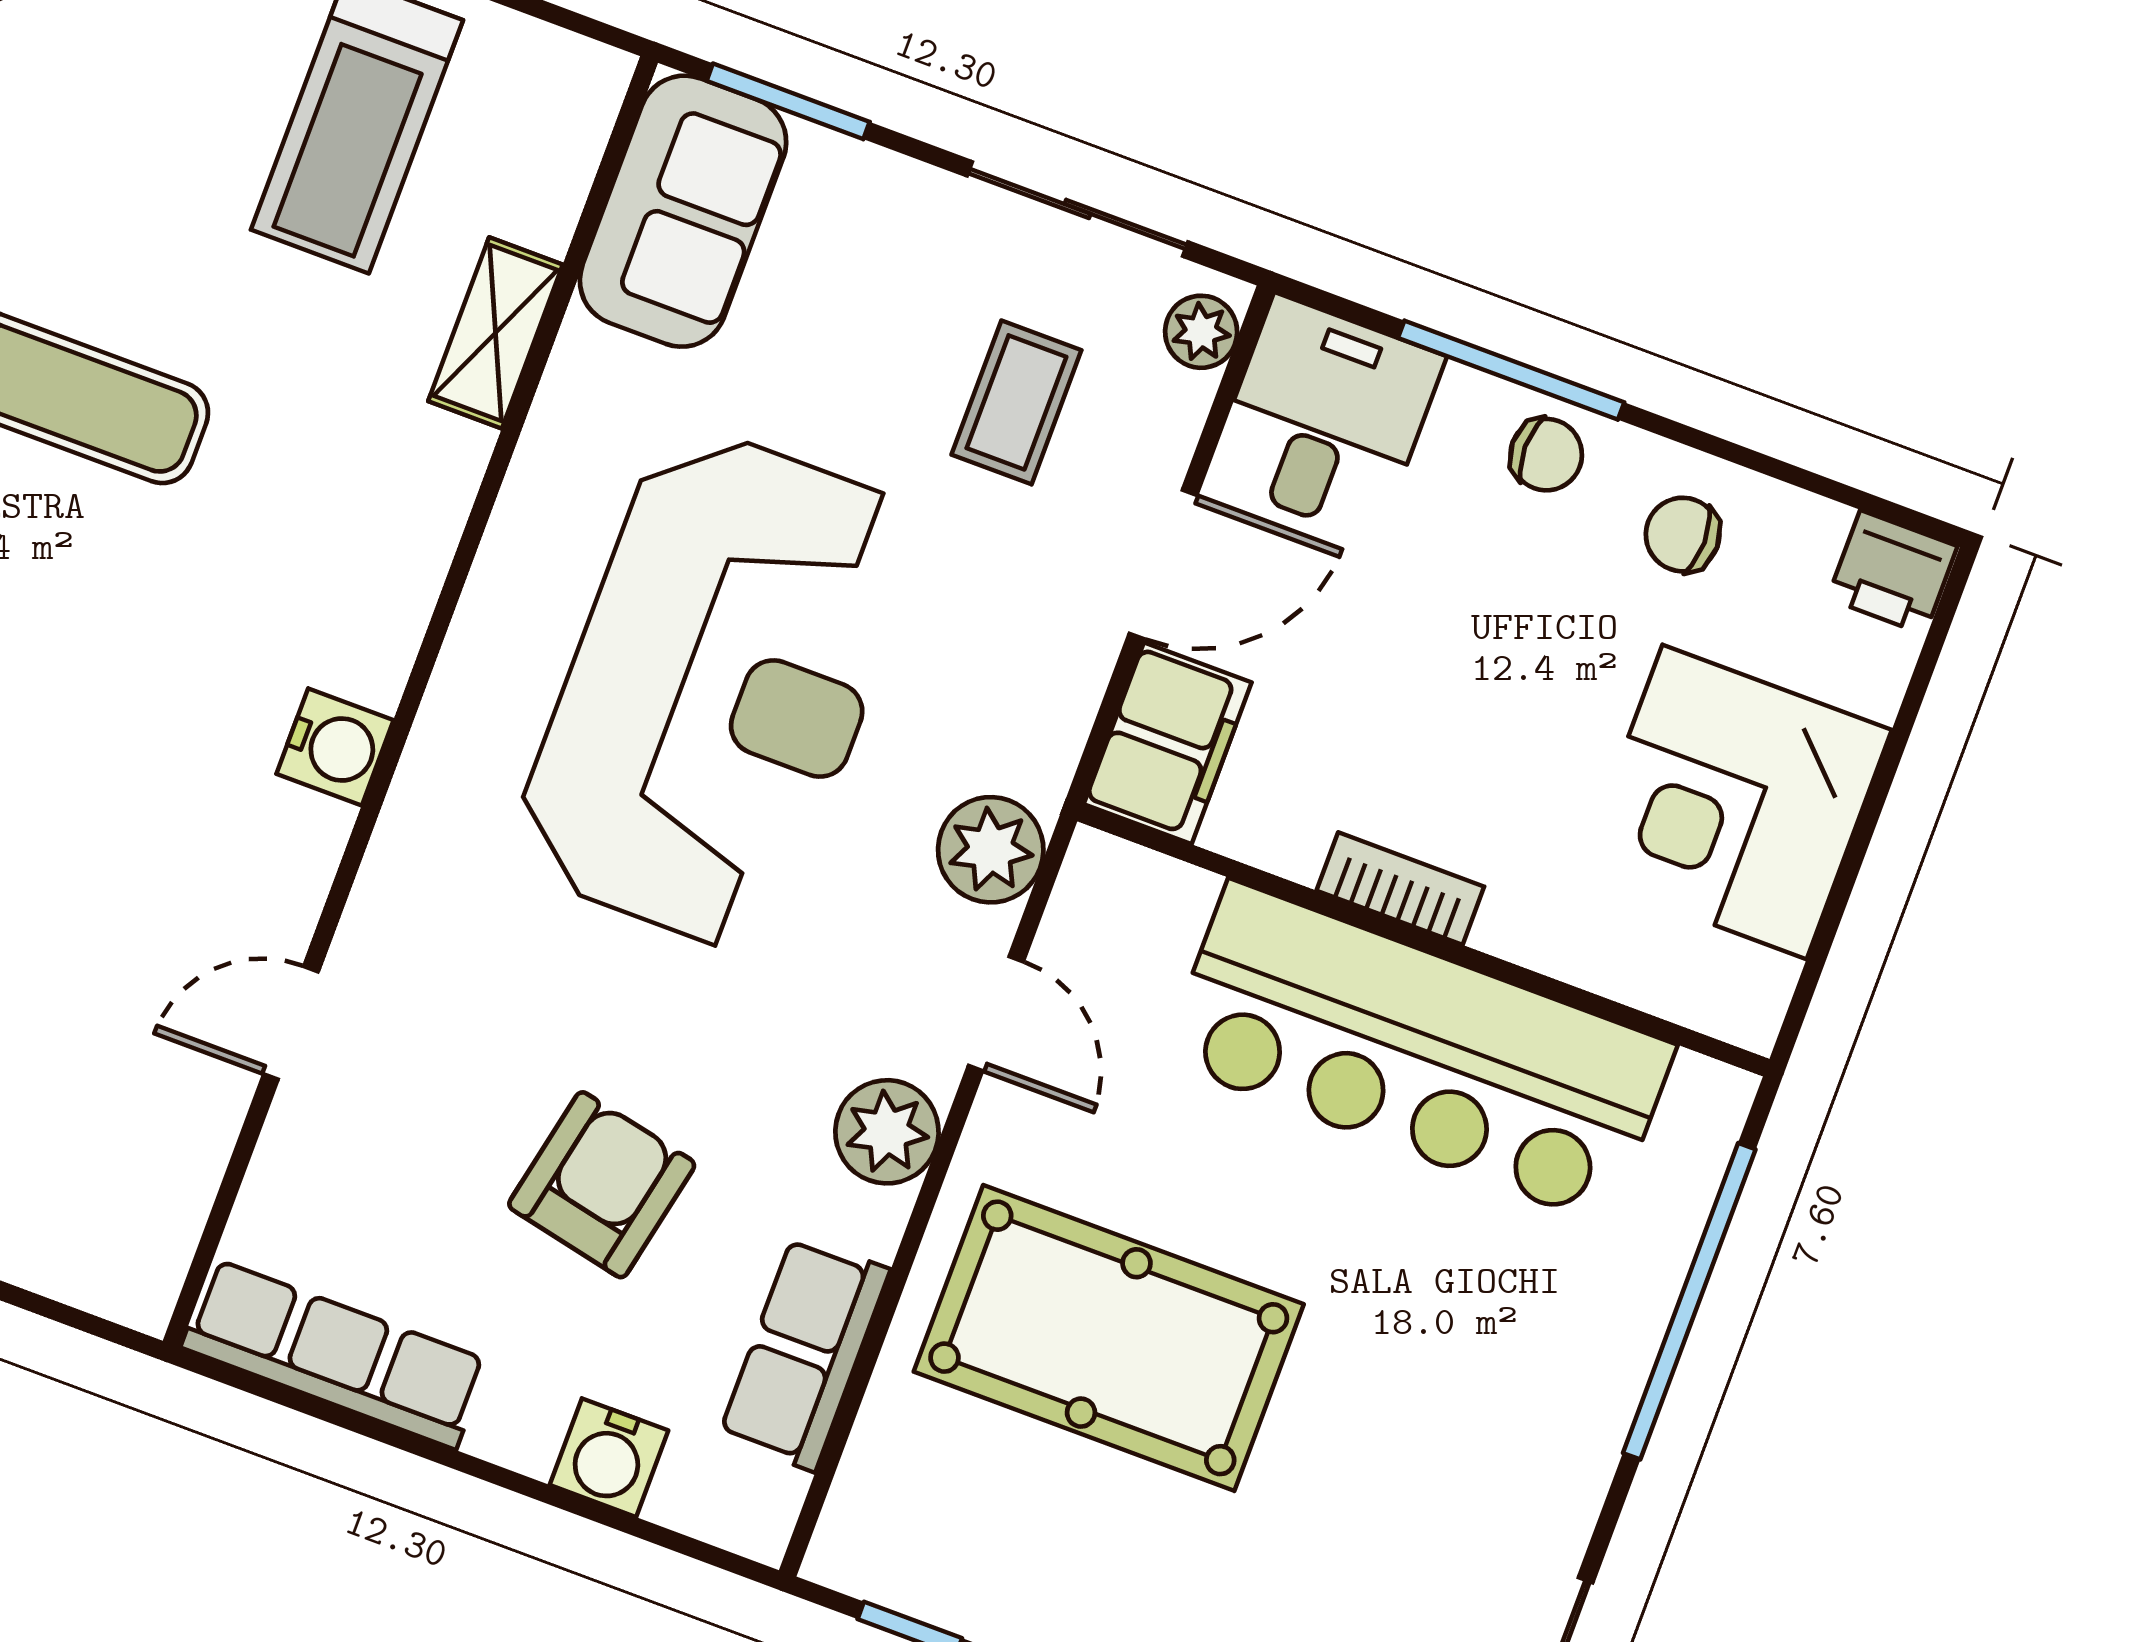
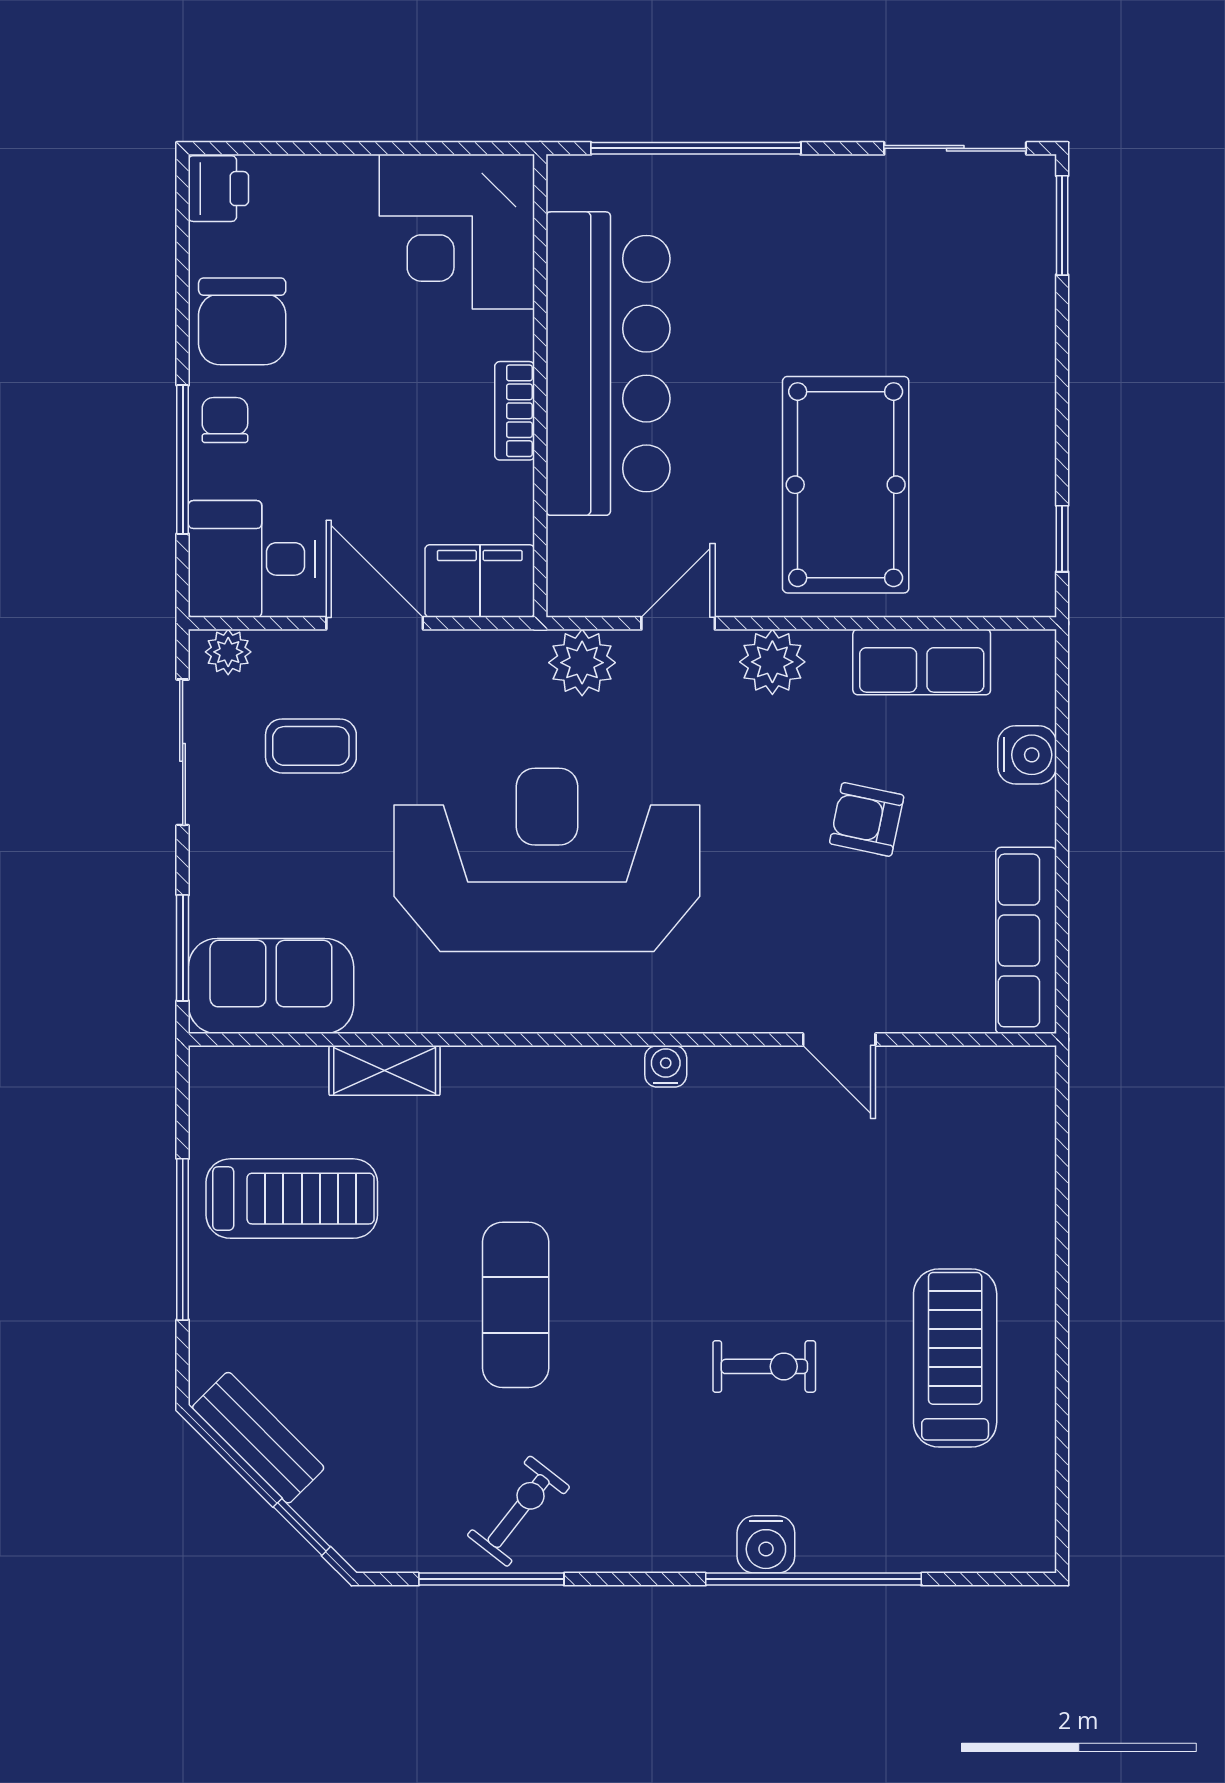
chair: (1683, 535) -> (242, 321), width x1.87, depth x1.87
water cooler: (335, 747) -> (666, 1066), width x0.72, depth x0.72
corner desk: (1734, 802) -> (457, 232), moved, turned 90
armchair: (602, 1185) -> (867, 819), width x0.72, depth x0.72

